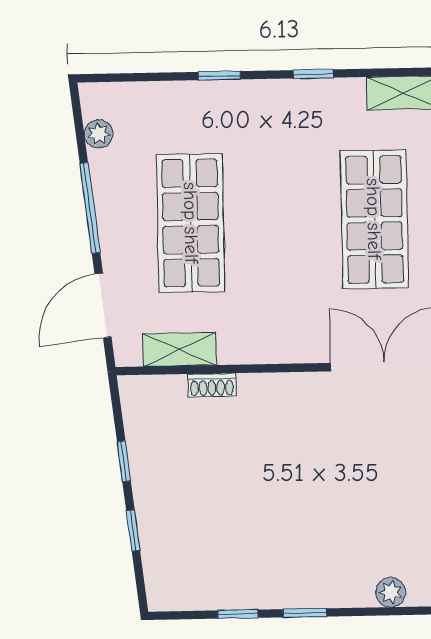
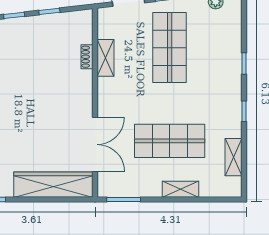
shop shelf: (191, 223) -> (170, 48), turned 90
shelving: (180, 349) -> (105, 58), moved

